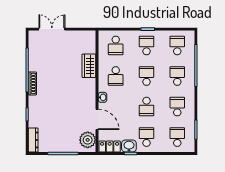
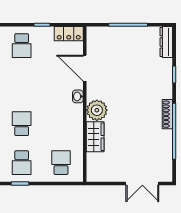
school desk: (116, 76) -> (61, 124), removed
school desk: (146, 76) -> (22, 124), turned 180
school desk: (146, 107) -> (22, 85), removed
plant: (88, 140) -> (97, 110), moved
washbasin: (129, 146) -> (44, 34), removed

